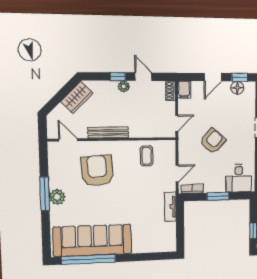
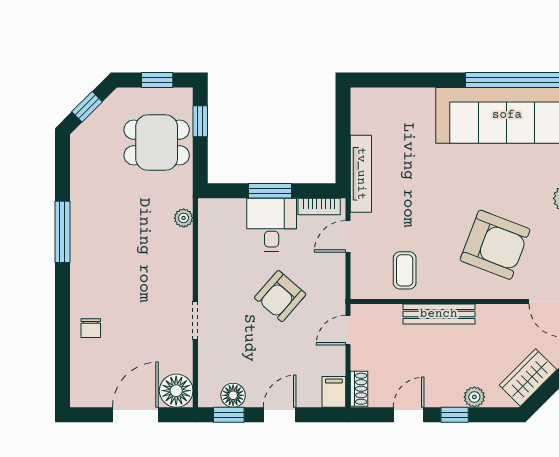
door: (143, 77) -> (409, 415), swing flipped
plant: (124, 87) -> (474, 397), moved
bench: (108, 133) -> (439, 314), moved
armchair: (97, 171) -> (495, 245), turned -65
desk: (239, 178) -> (272, 225), moved
tv unit: (171, 207) -> (361, 174), width x1.41

